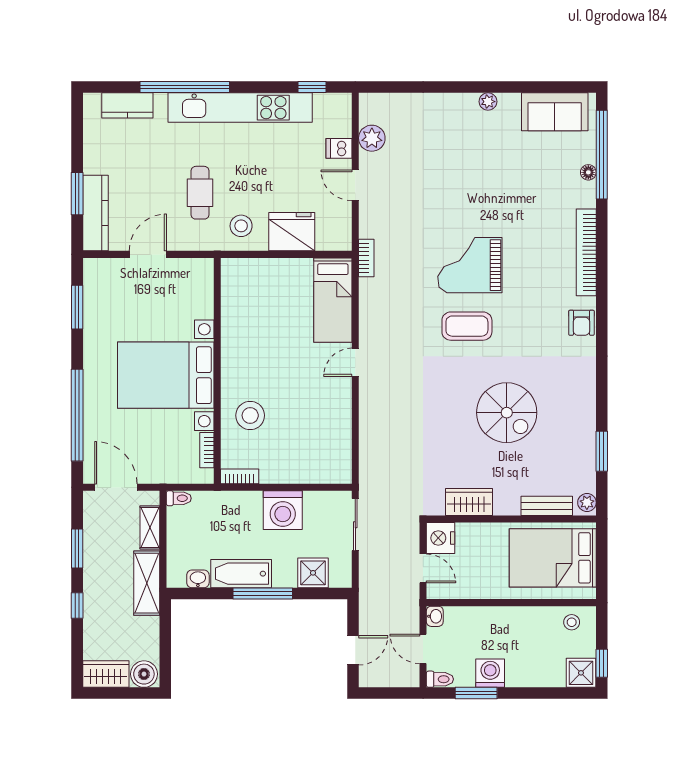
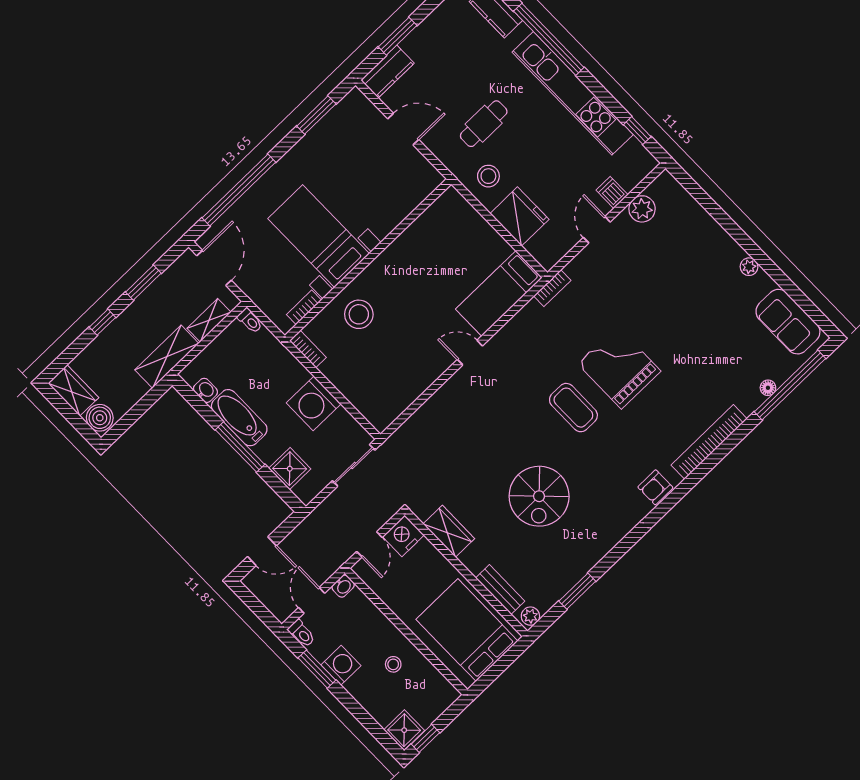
kitchen counter: (95, 213) -> (387, 72), width x0.67
bed with nightstands: (166, 375) -> (319, 236), width x0.73
stool: (572, 622) -> (393, 664), moved

